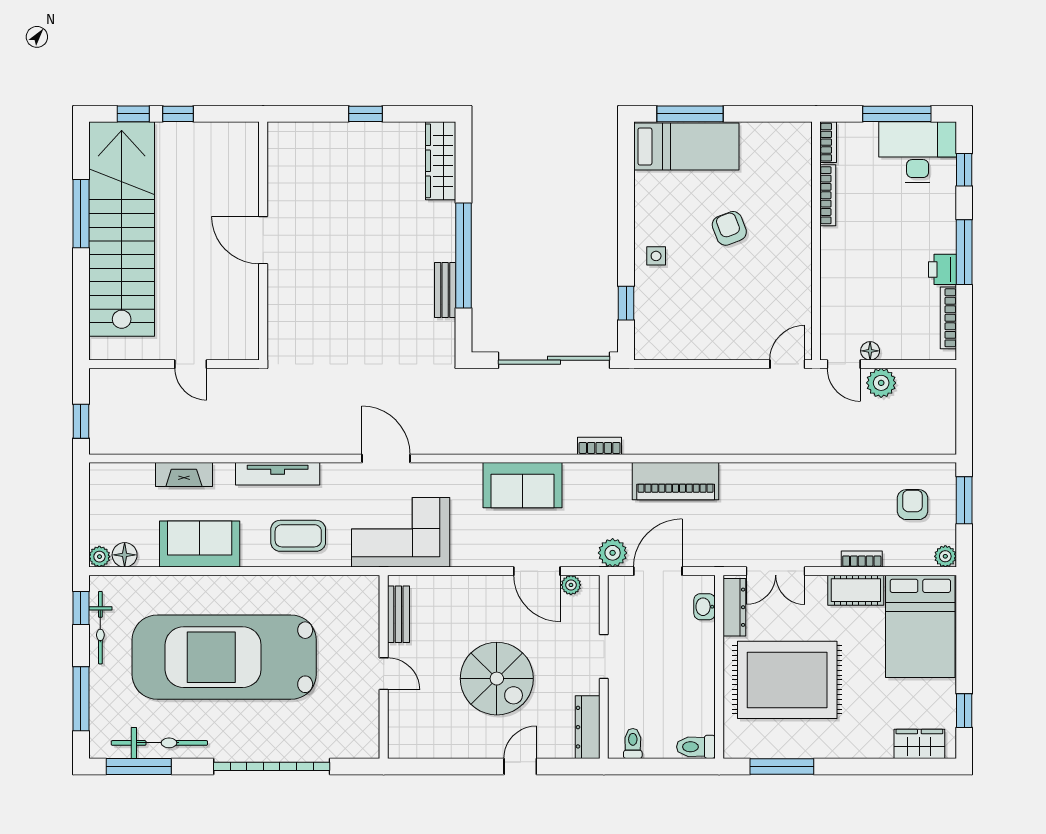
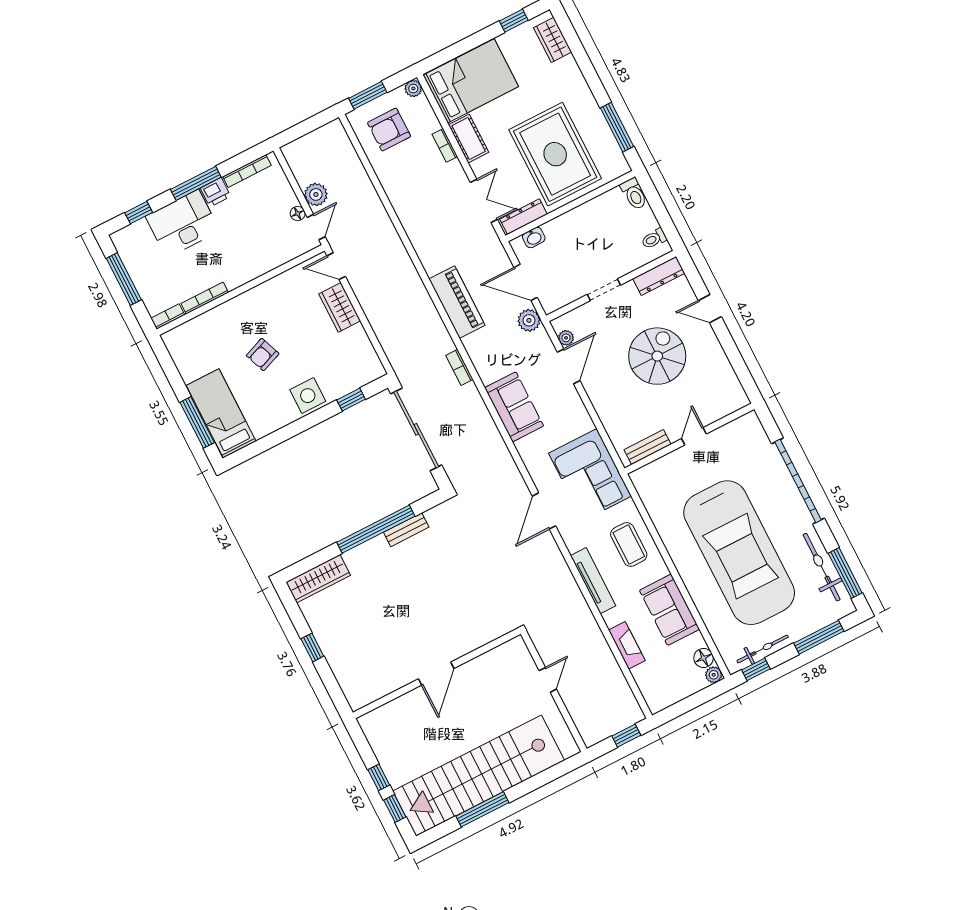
desk: (918, 152) -> (183, 224), moved, turned 90
side table: (656, 256) -> (308, 396), width x1.87, depth x1.87
wardrobe: (738, 344) -> (340, 307), added
armchair: (913, 505) -> (389, 130), width x1.38, depth x1.38

